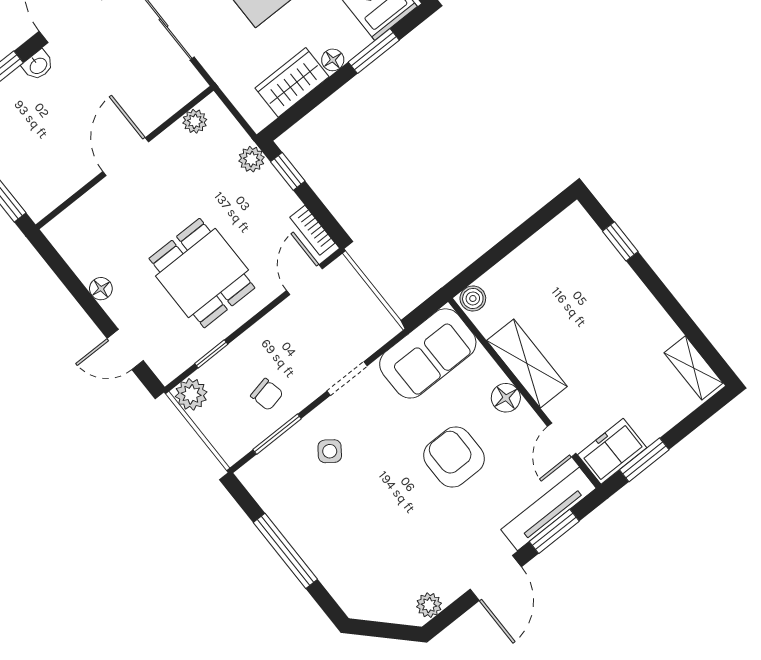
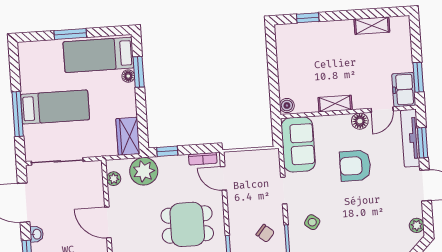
floor lamp: (333, 60) -> (128, 76), moved
wardrobe: (292, 82) -> (128, 136), moved
plant: (252, 159) -> (144, 171), width x1.88, depth x1.88
shelving: (527, 363) -> (335, 104), width x0.67, depth x0.75
shelving: (694, 368) -> (372, 26), moved
chair: (267, 394) -> (265, 233), turned 52
floor lamp: (506, 398) -> (360, 121), moved
door: (562, 440) -> (382, 110), hinge flipped

